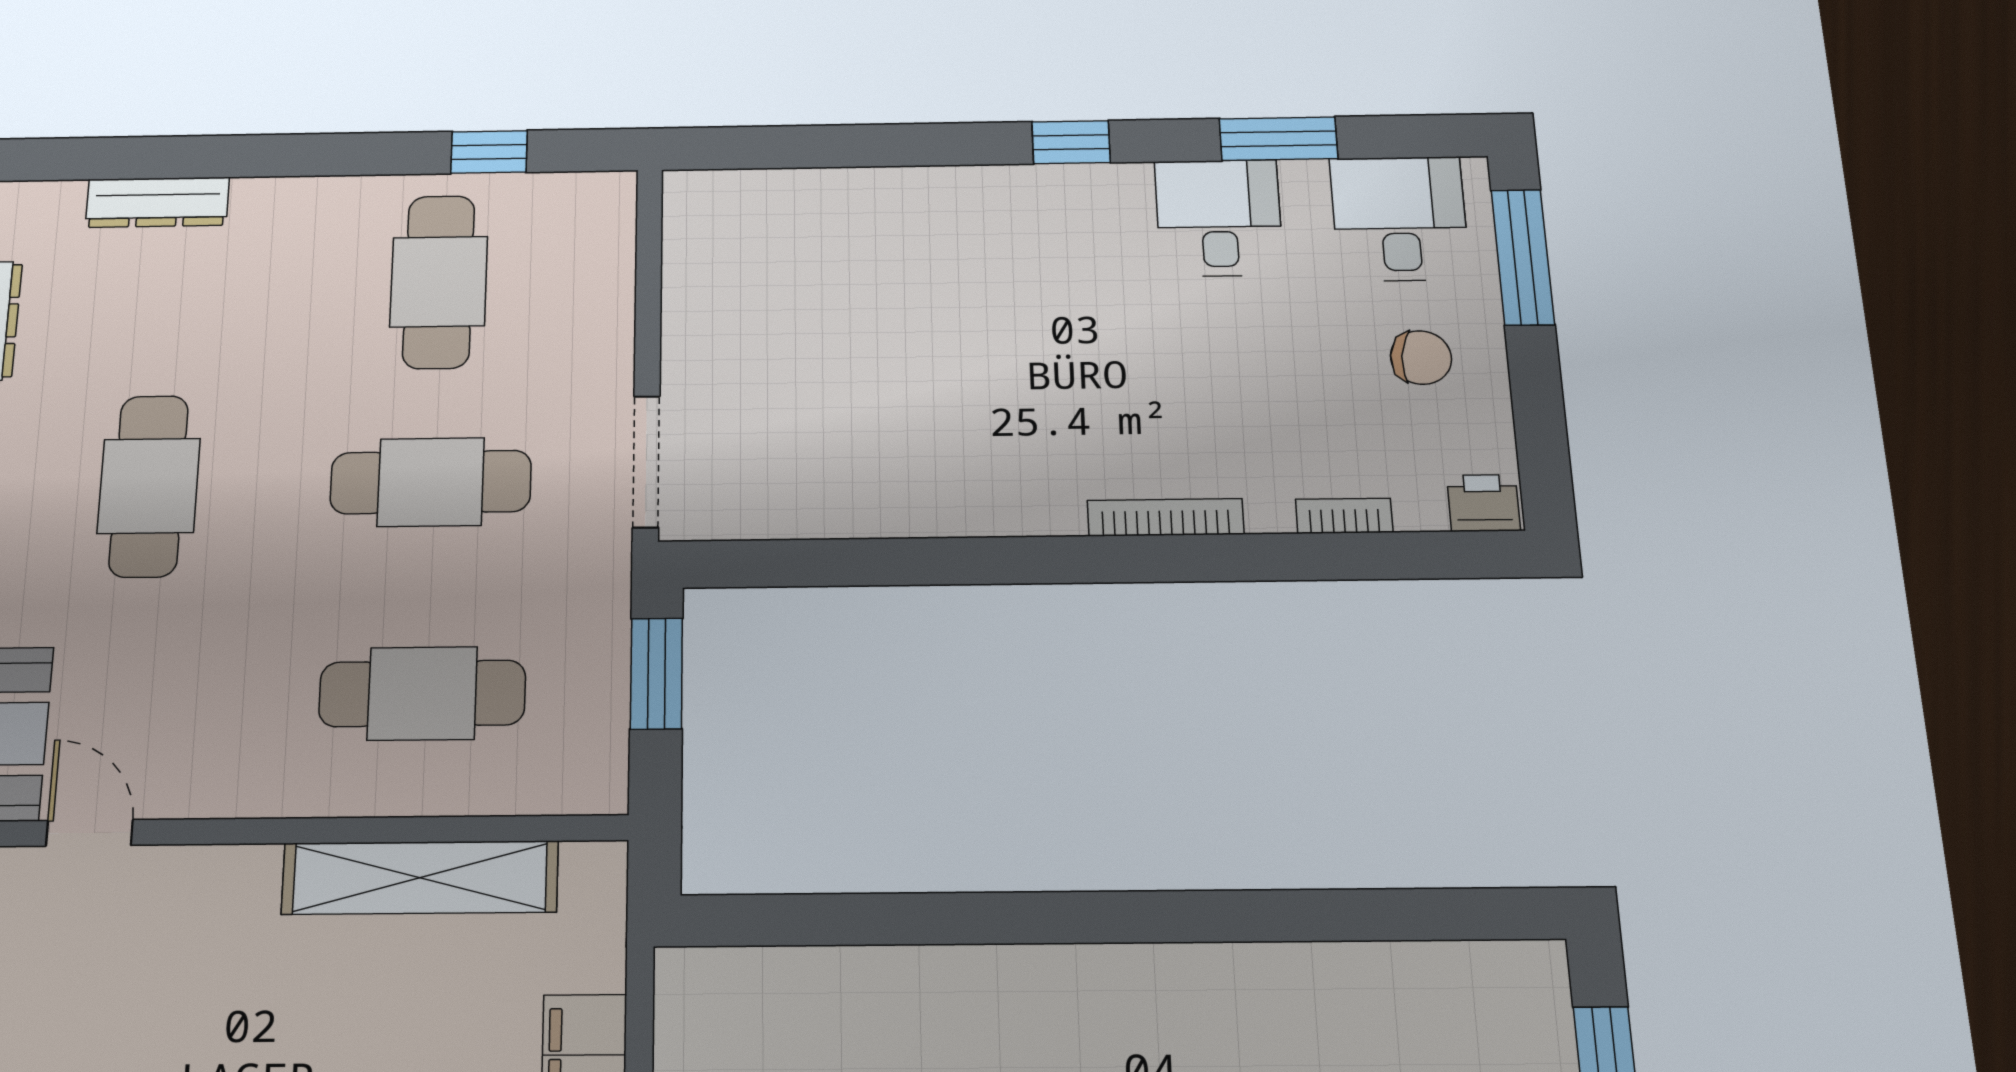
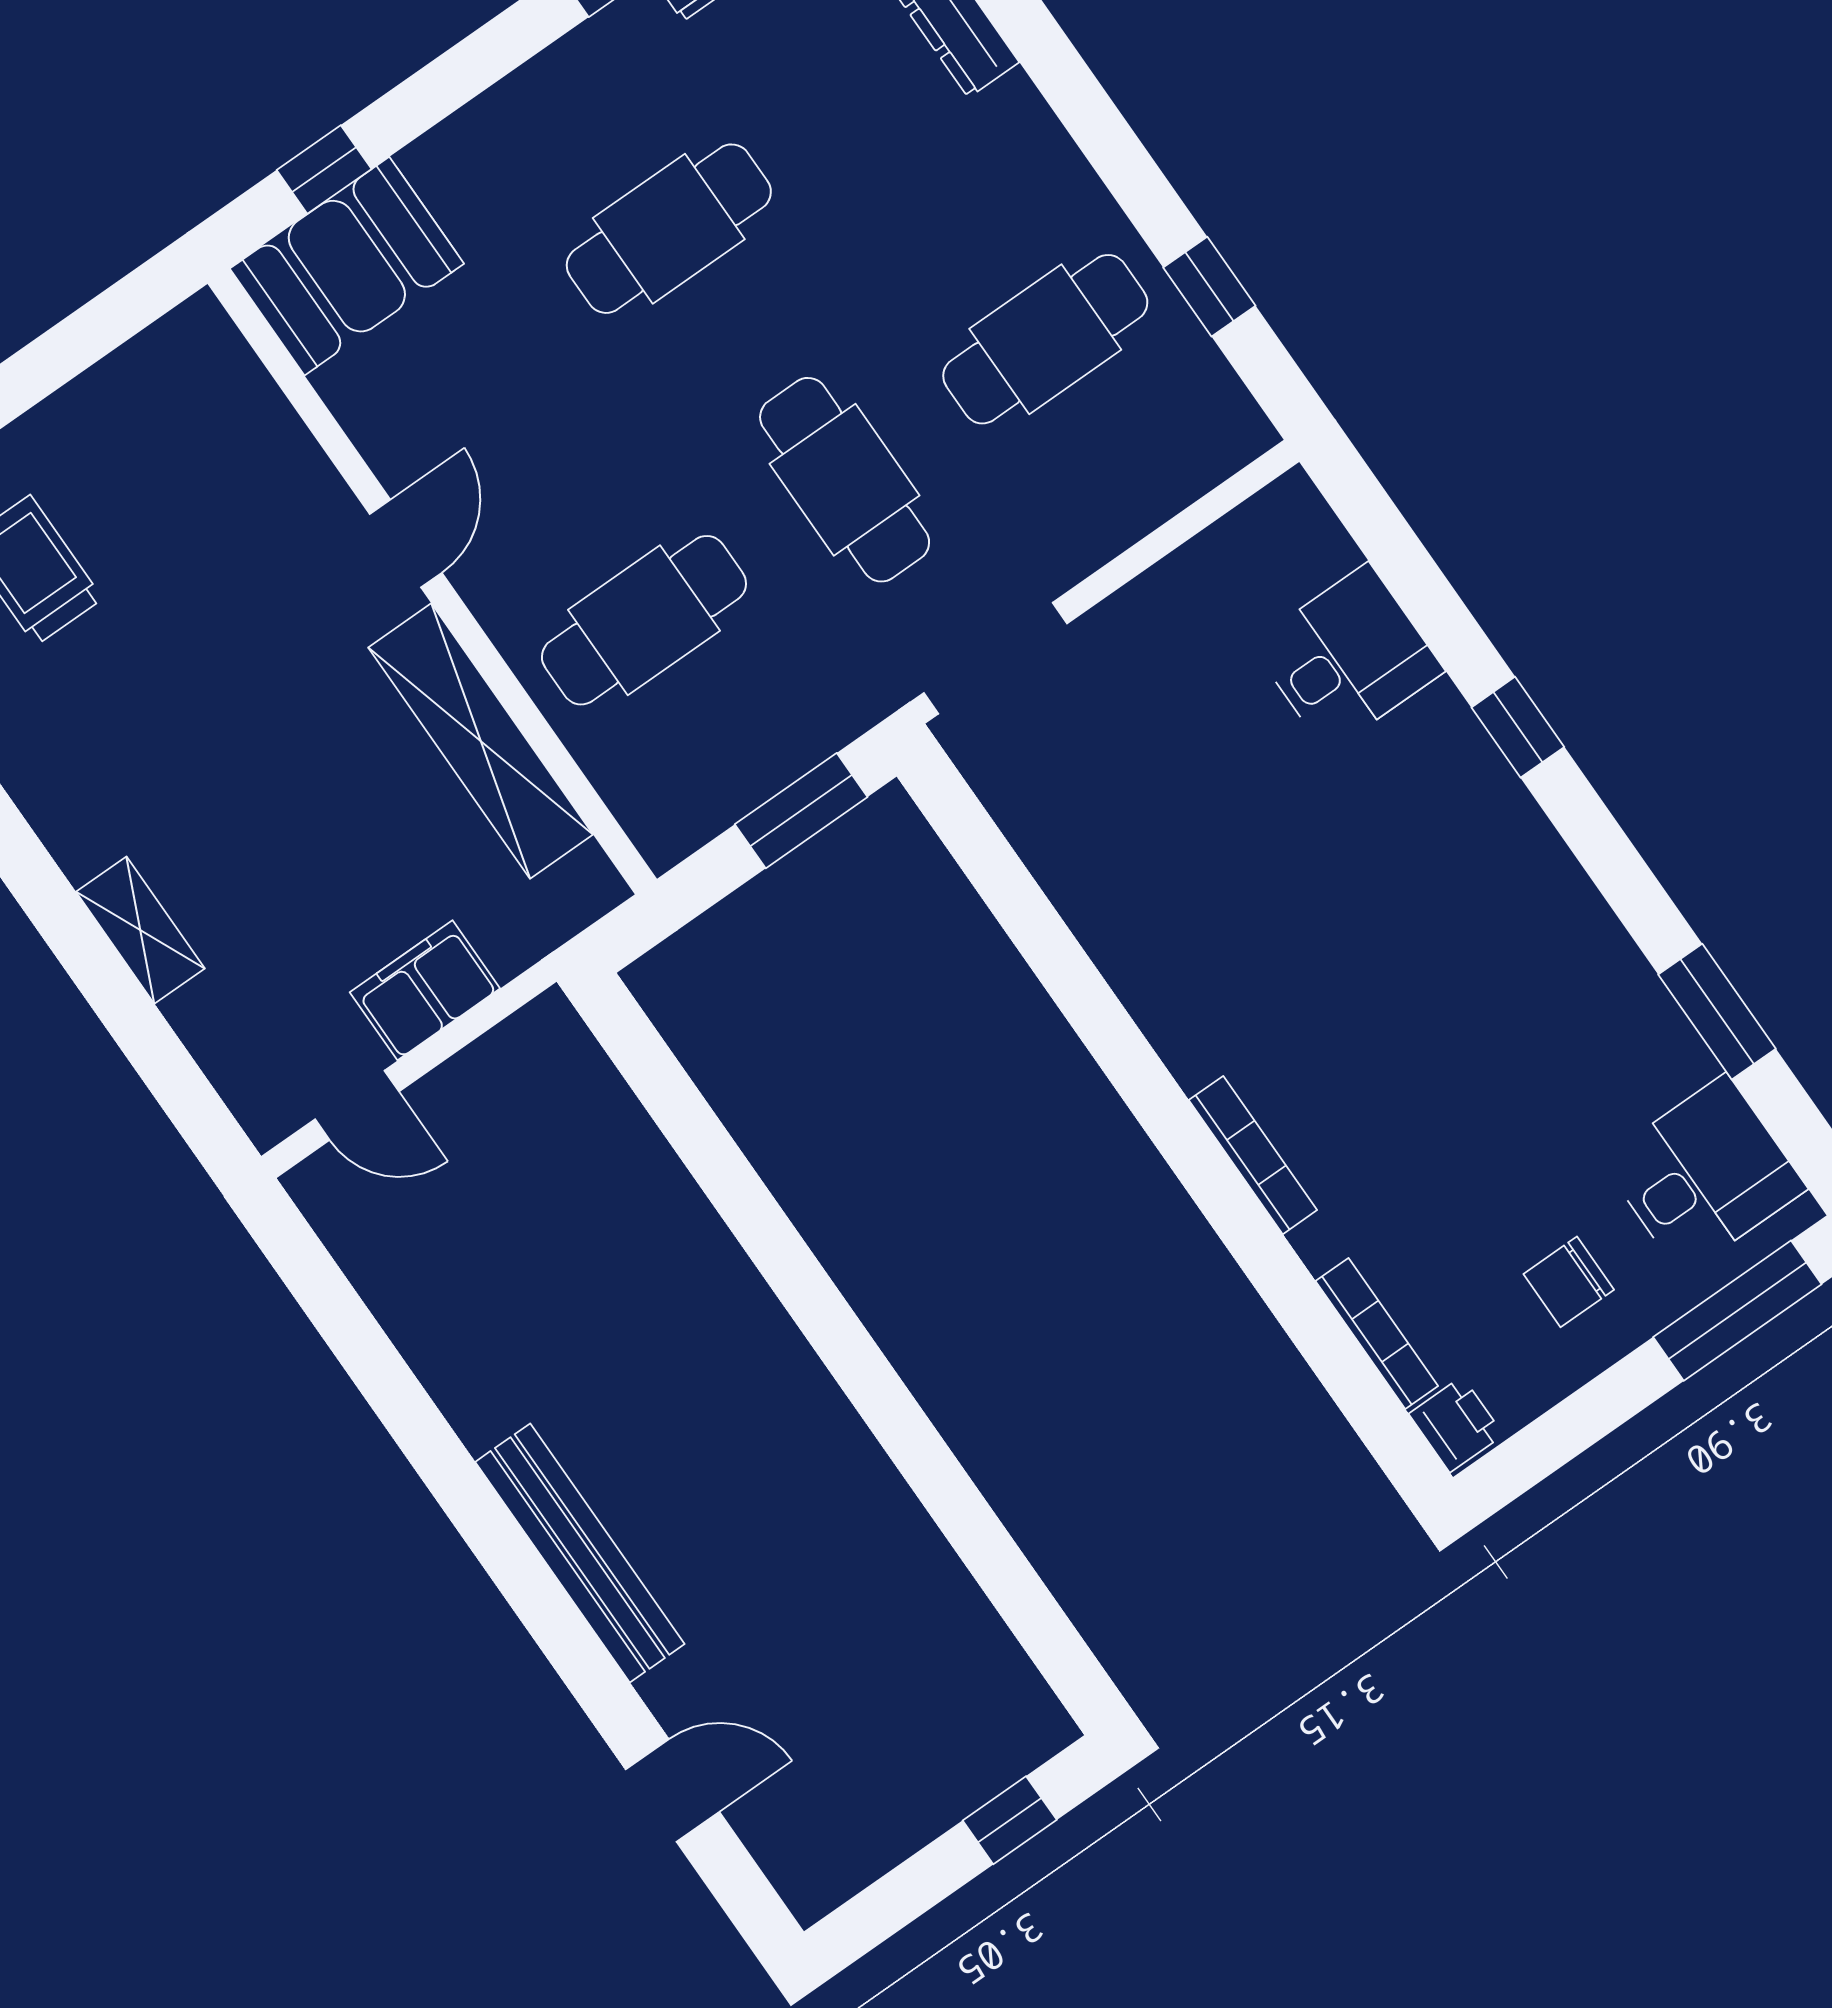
window: (1071, 142) -> (1518, 727), moved
desk: (1219, 218) -> (1348, 658), moved
chair: (1421, 358) -> (1569, 1282), turned 84
bookcase: (1344, 516) -> (1377, 1334), width x1.56
cafe table: (422, 693) -> (644, 620), turned 90
door: (89, 833) -> (406, 543), moved

